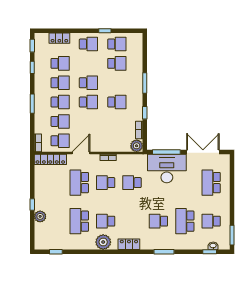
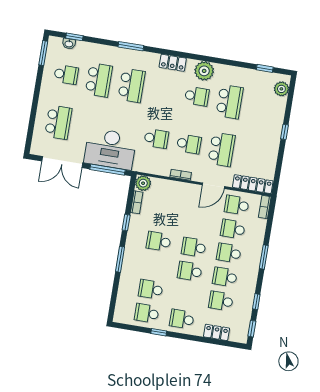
plant: (40, 216) -> (281, 89), moved
school desk: (158, 221) -> (131, 85), width x1.85

